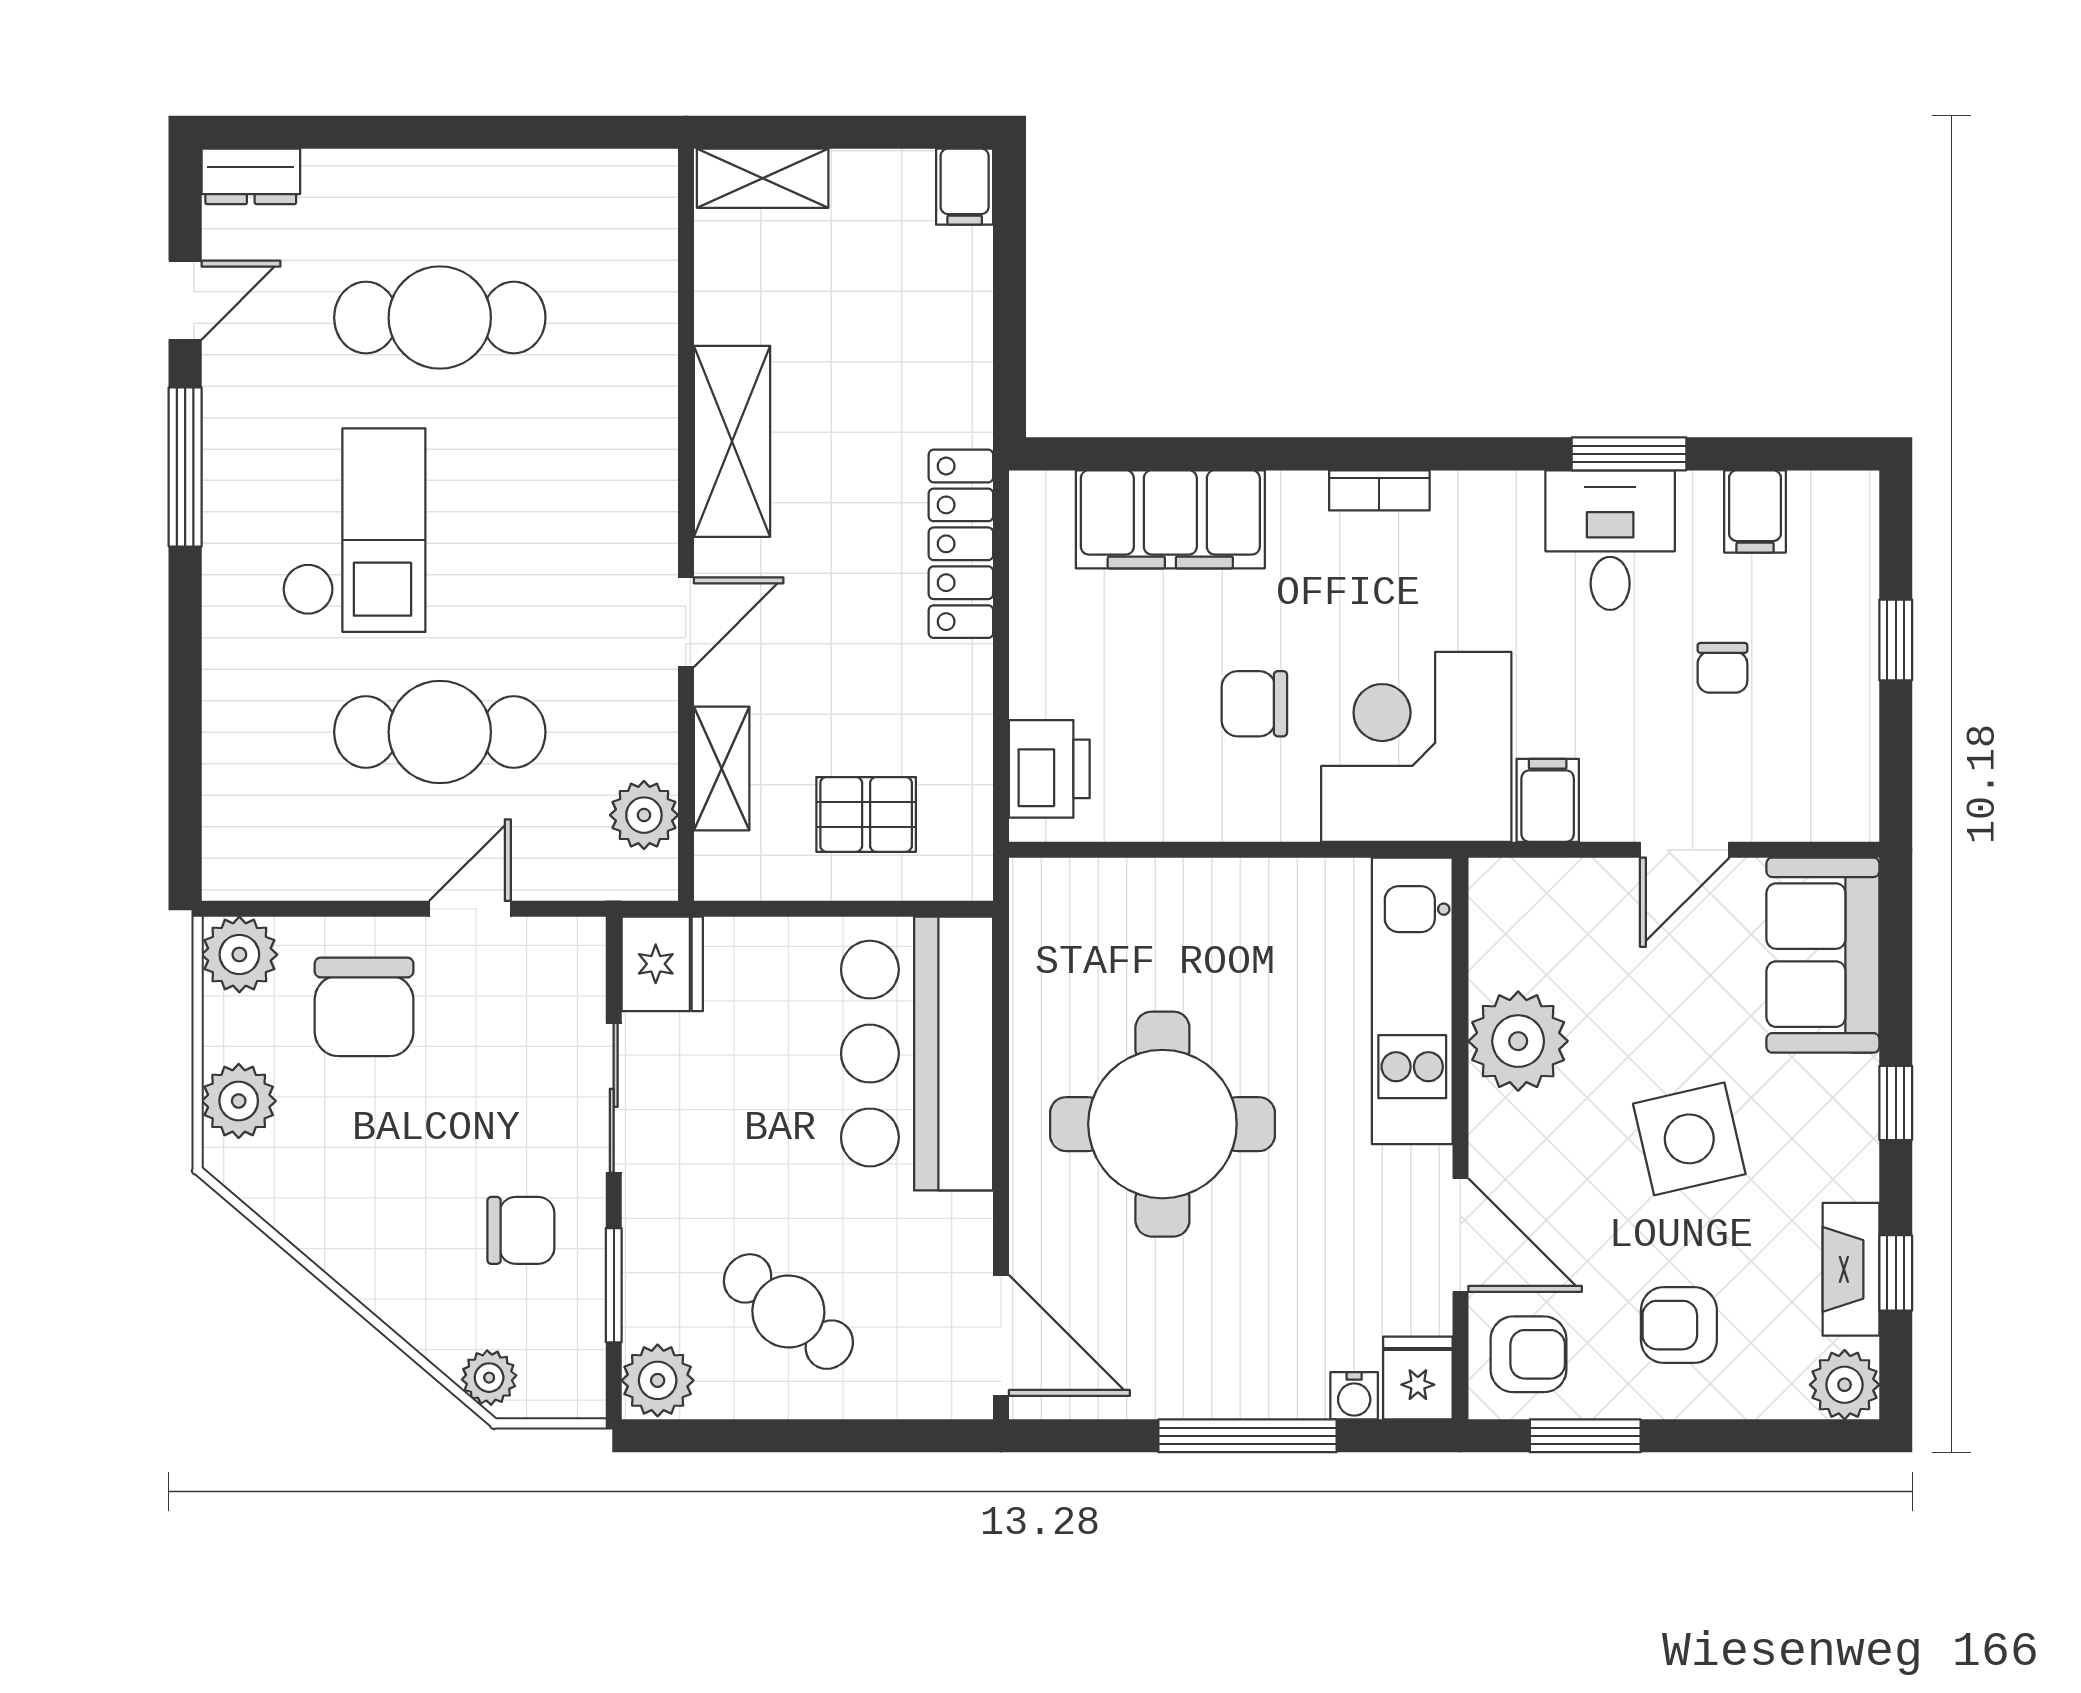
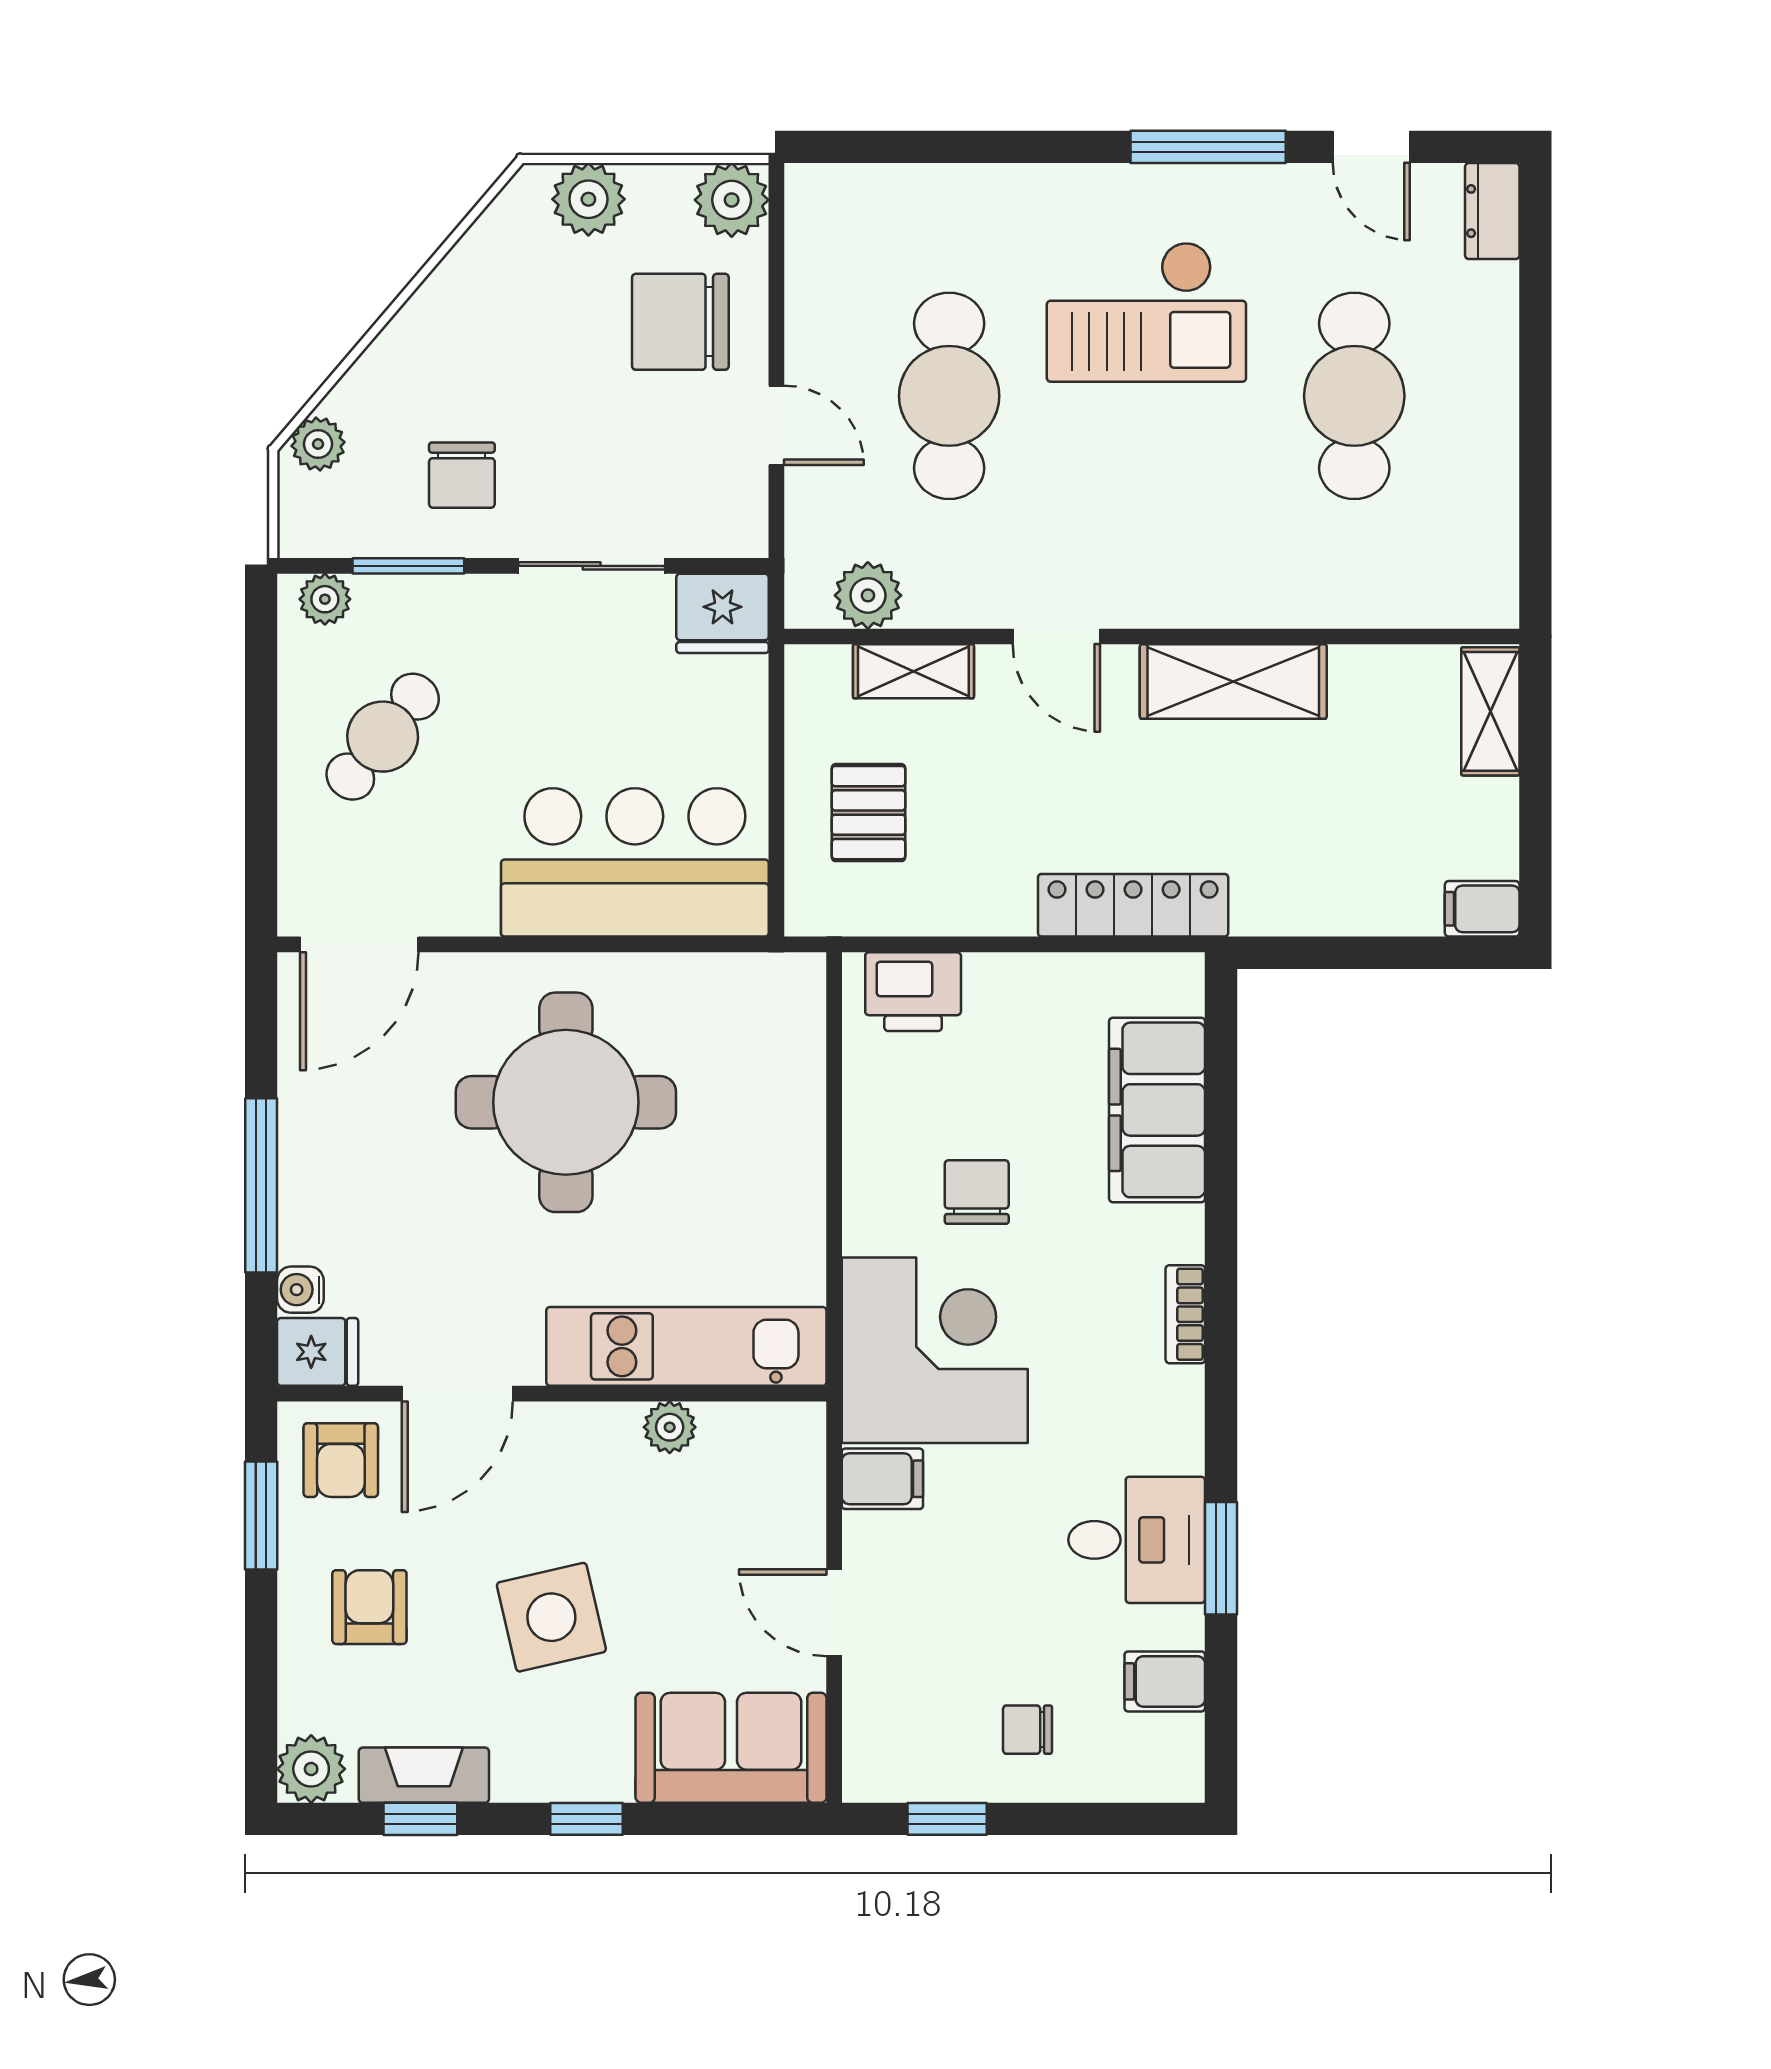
window: (1896, 640) -> (947, 1819), moved
chair: (1722, 668) -> (1027, 1730), moved
plant: (1518, 1041) -> (670, 1427), width x0.53, depth x0.53
plant: (658, 1380) -> (325, 599), width x0.73, depth x0.73

